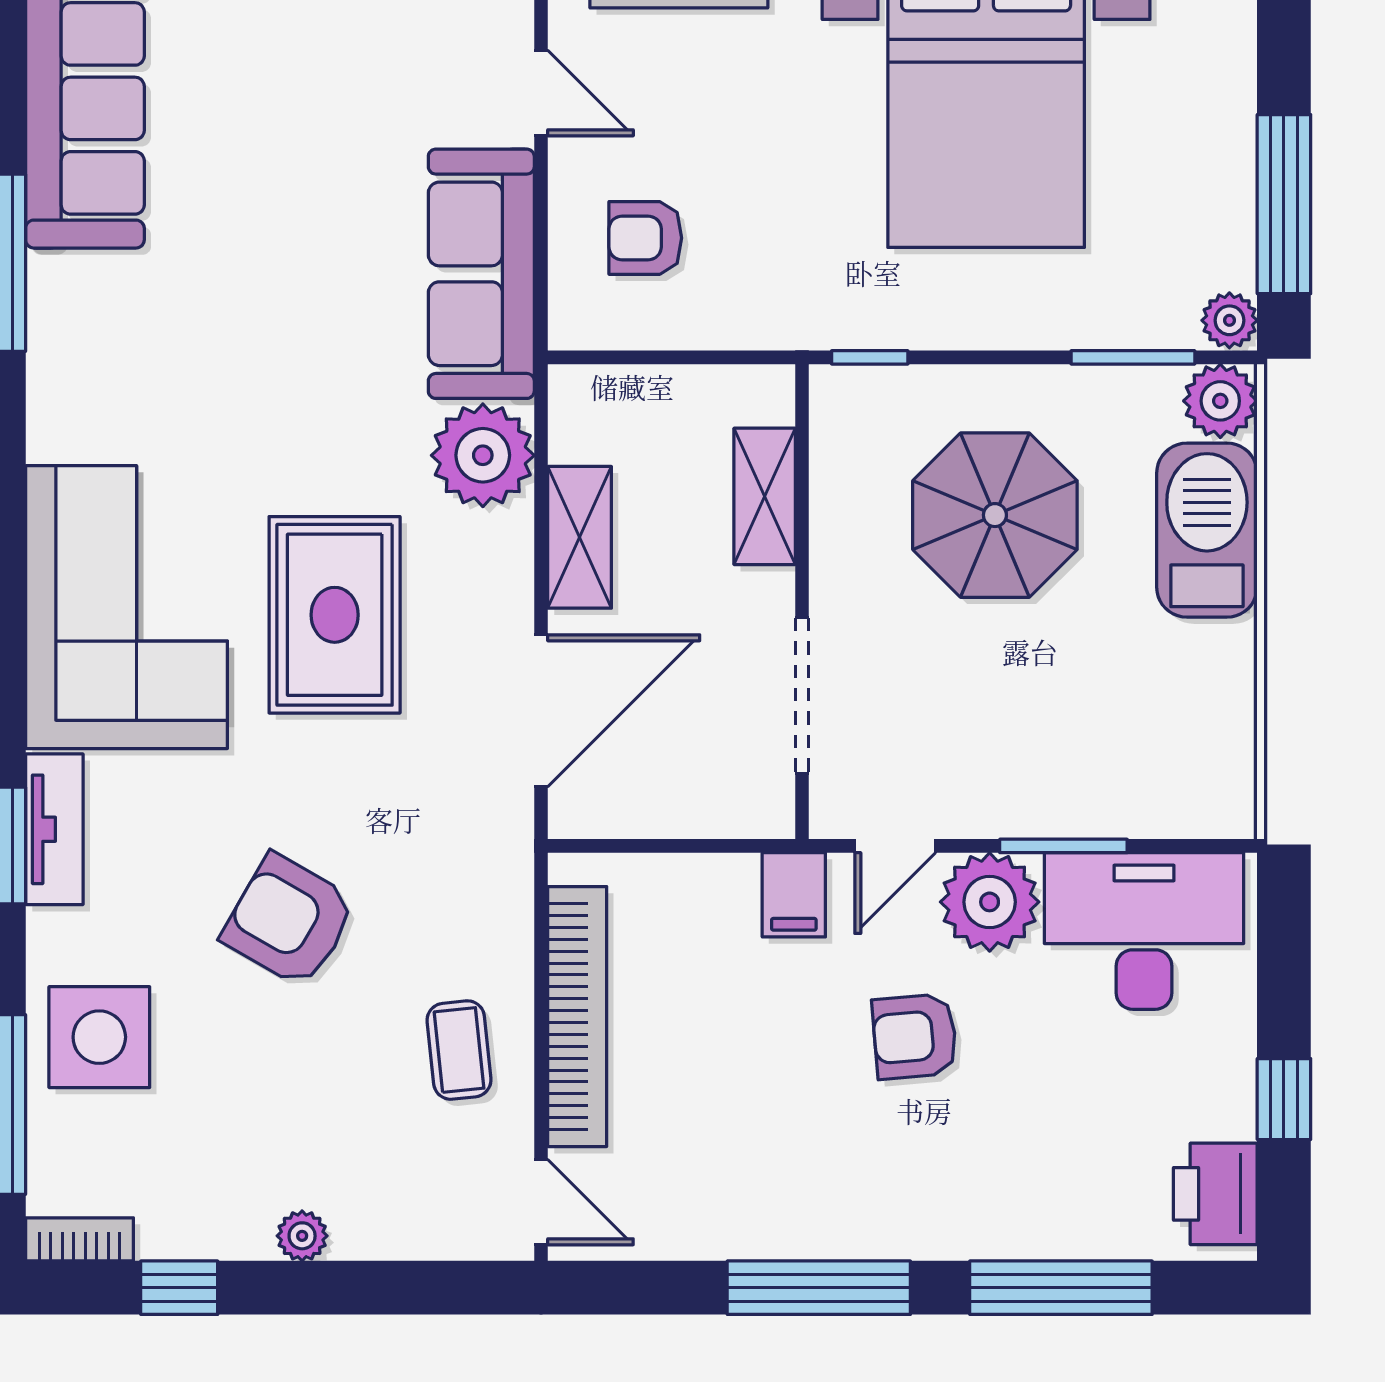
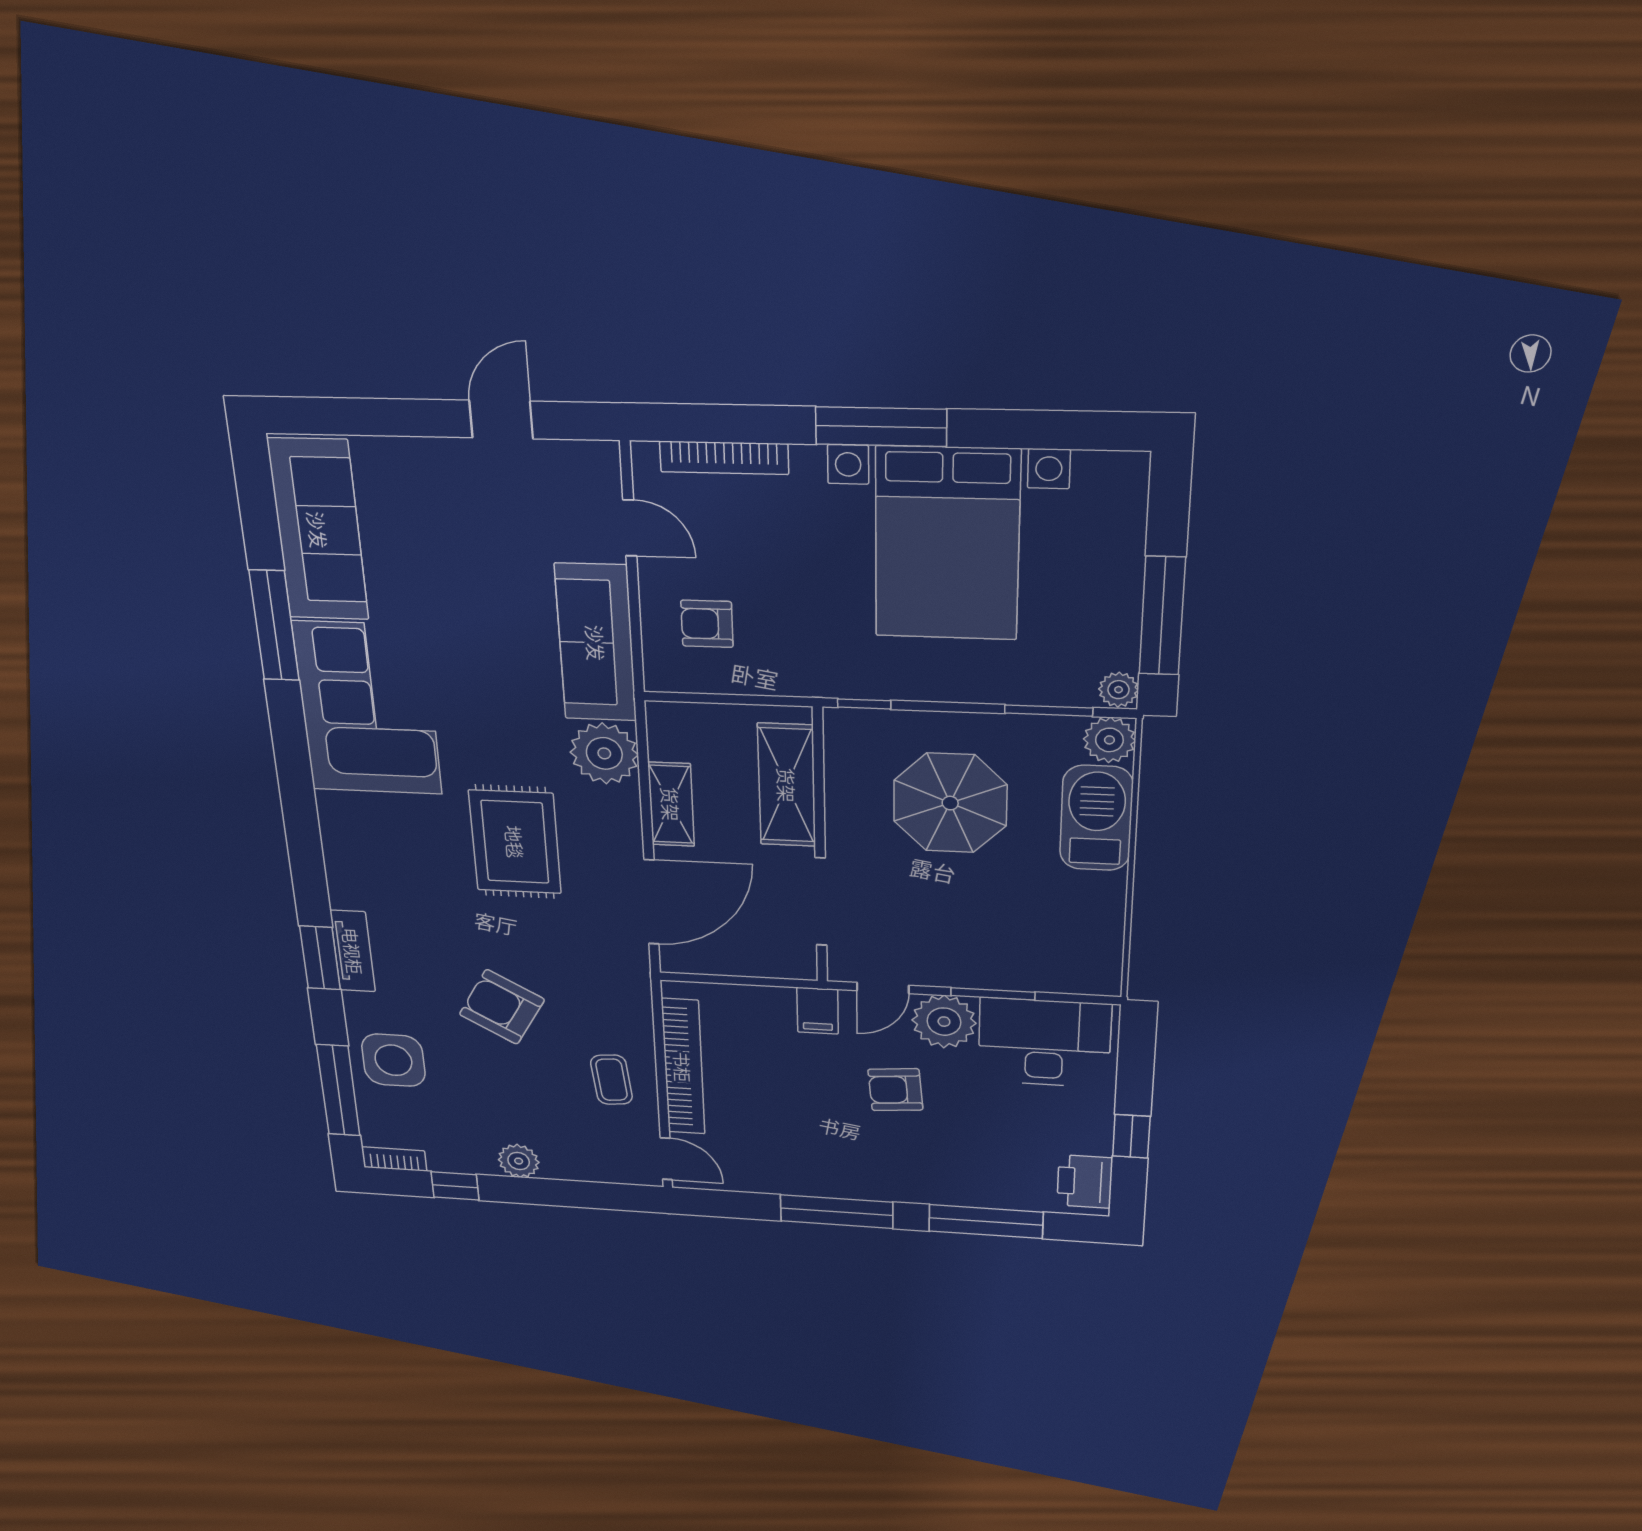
shelving: (765, 496) -> (787, 785), width x1.50, depth x1.33
corner sofa: (127, 607) -> (368, 708), moved
plant: (302, 1236) -> (519, 1161), width x1.38, depth x1.38

